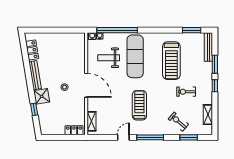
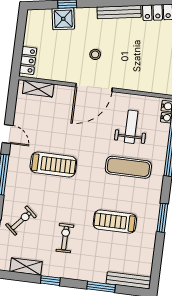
window: (192, 30) -> (162, 218), moved
exercise mat: (135, 56) -> (128, 167), width x0.73, depth x0.69
treadmill: (171, 61) -> (115, 222), width x0.73, depth x0.73
window: (215, 86) -> (50, 281), moved
shower: (42, 96) -> (63, 19), moved

